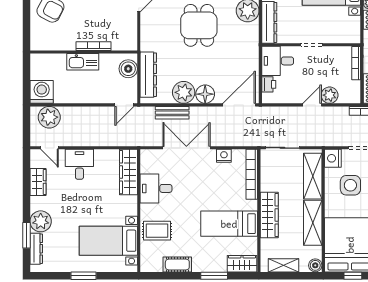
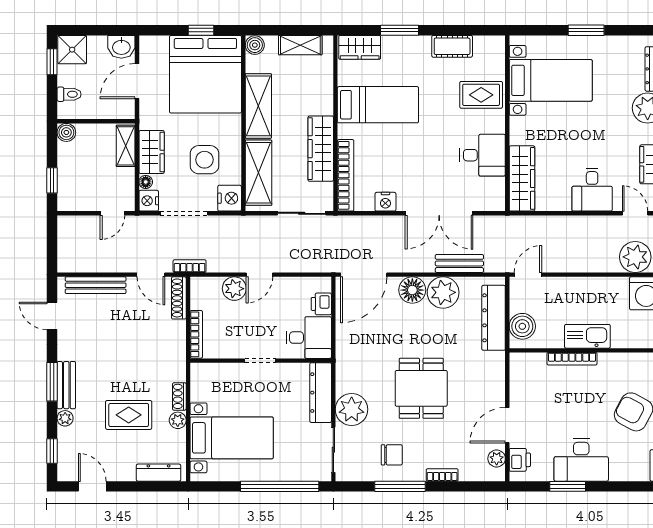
wardrobe: (269, 215) -> (321, 149), moved

